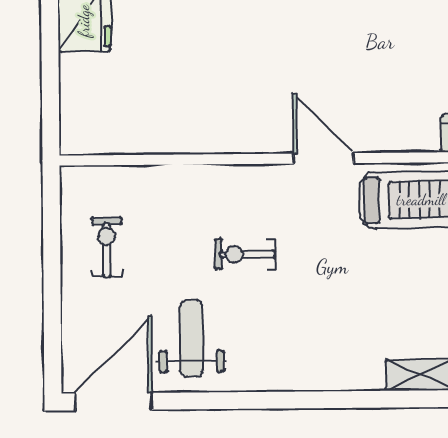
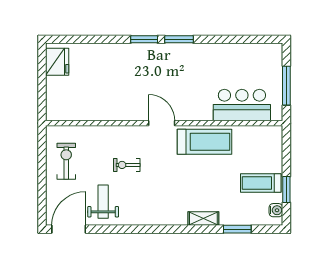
exercise bike: (107, 247) -> (66, 161), width x1.38, depth x1.39

